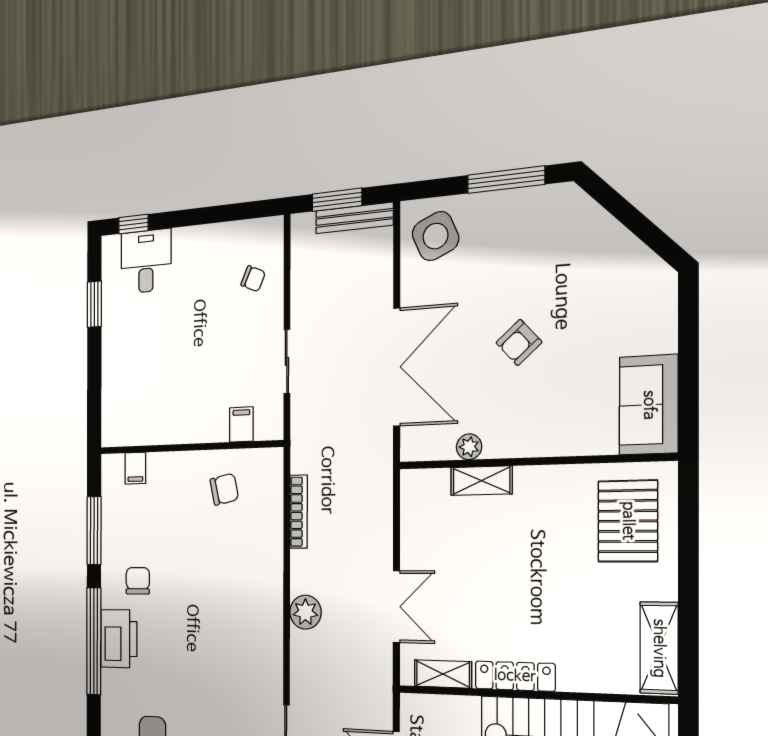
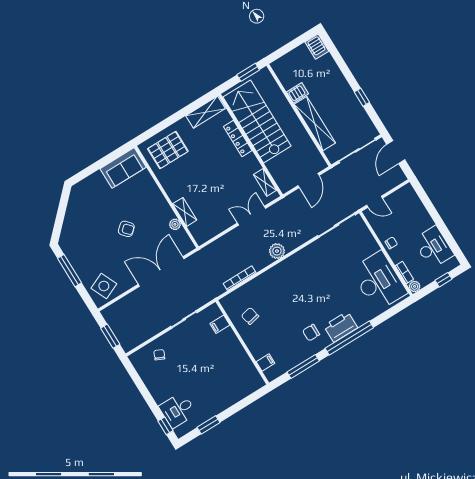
bench: (354, 218) -> (114, 324), removed
locker: (515, 676) -> (238, 138), moved

